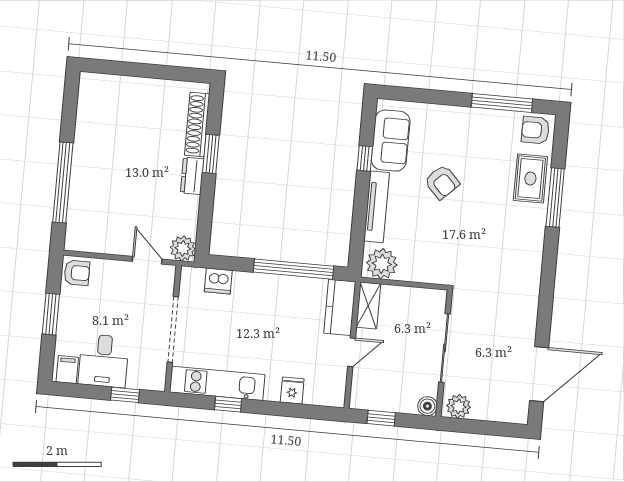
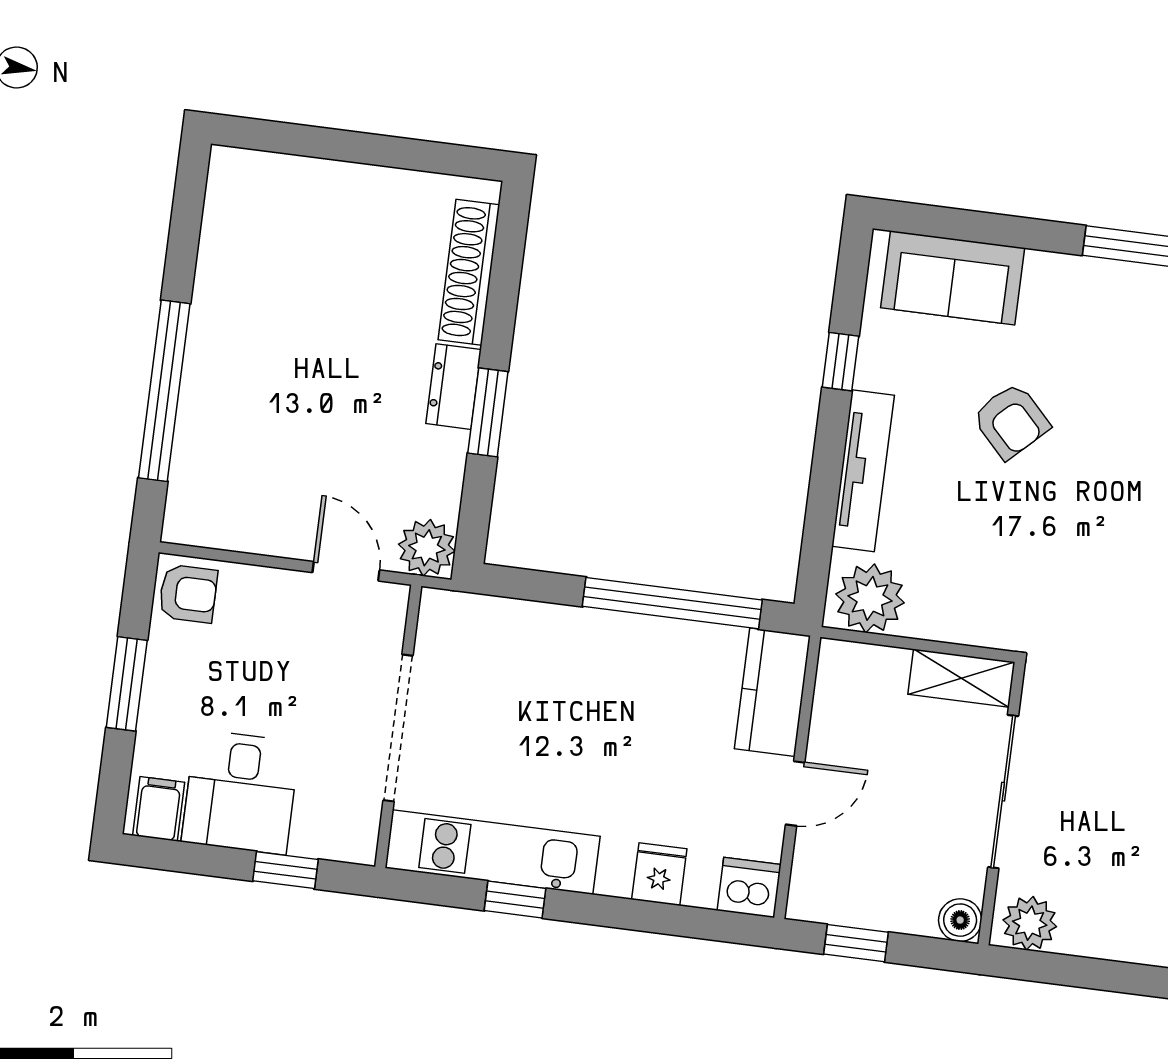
sofa: (391, 141) -> (953, 278), moved, turned 90
window: (211, 154) -> (488, 412), moved
dishwasher: (218, 281) -> (749, 887), moved, turned 180
shelving: (368, 305) -> (961, 678), moved, turned 90

